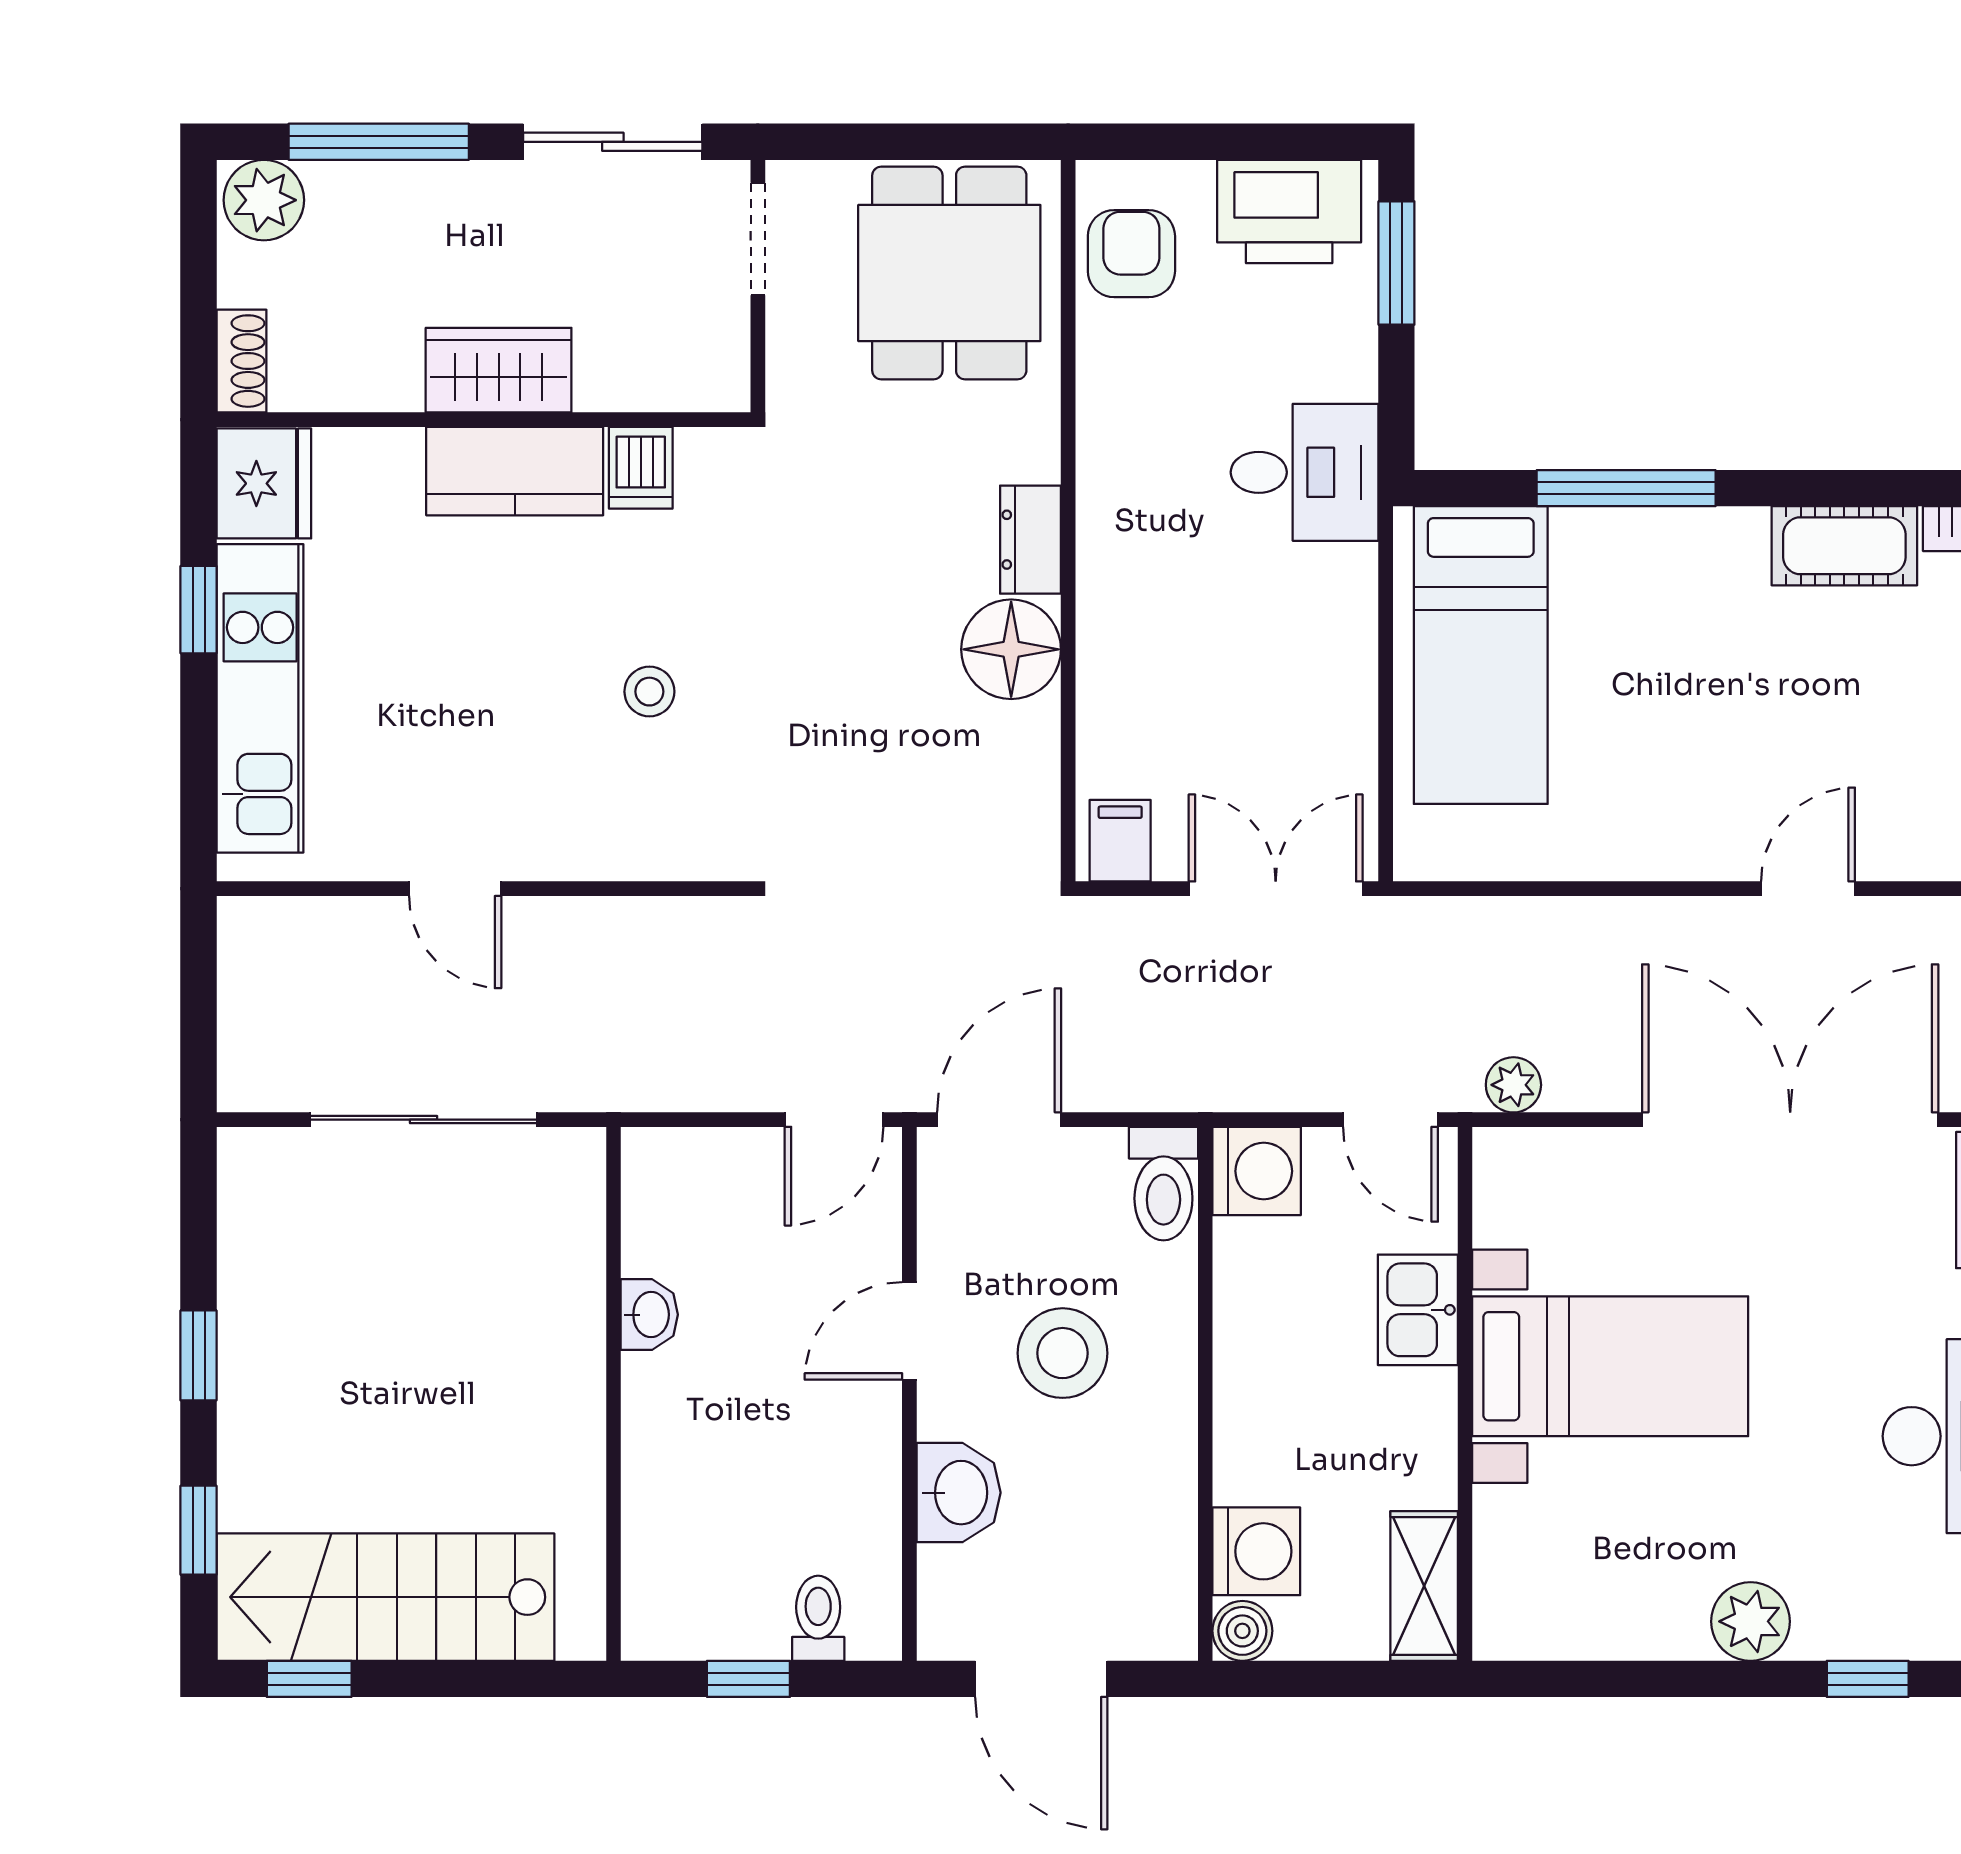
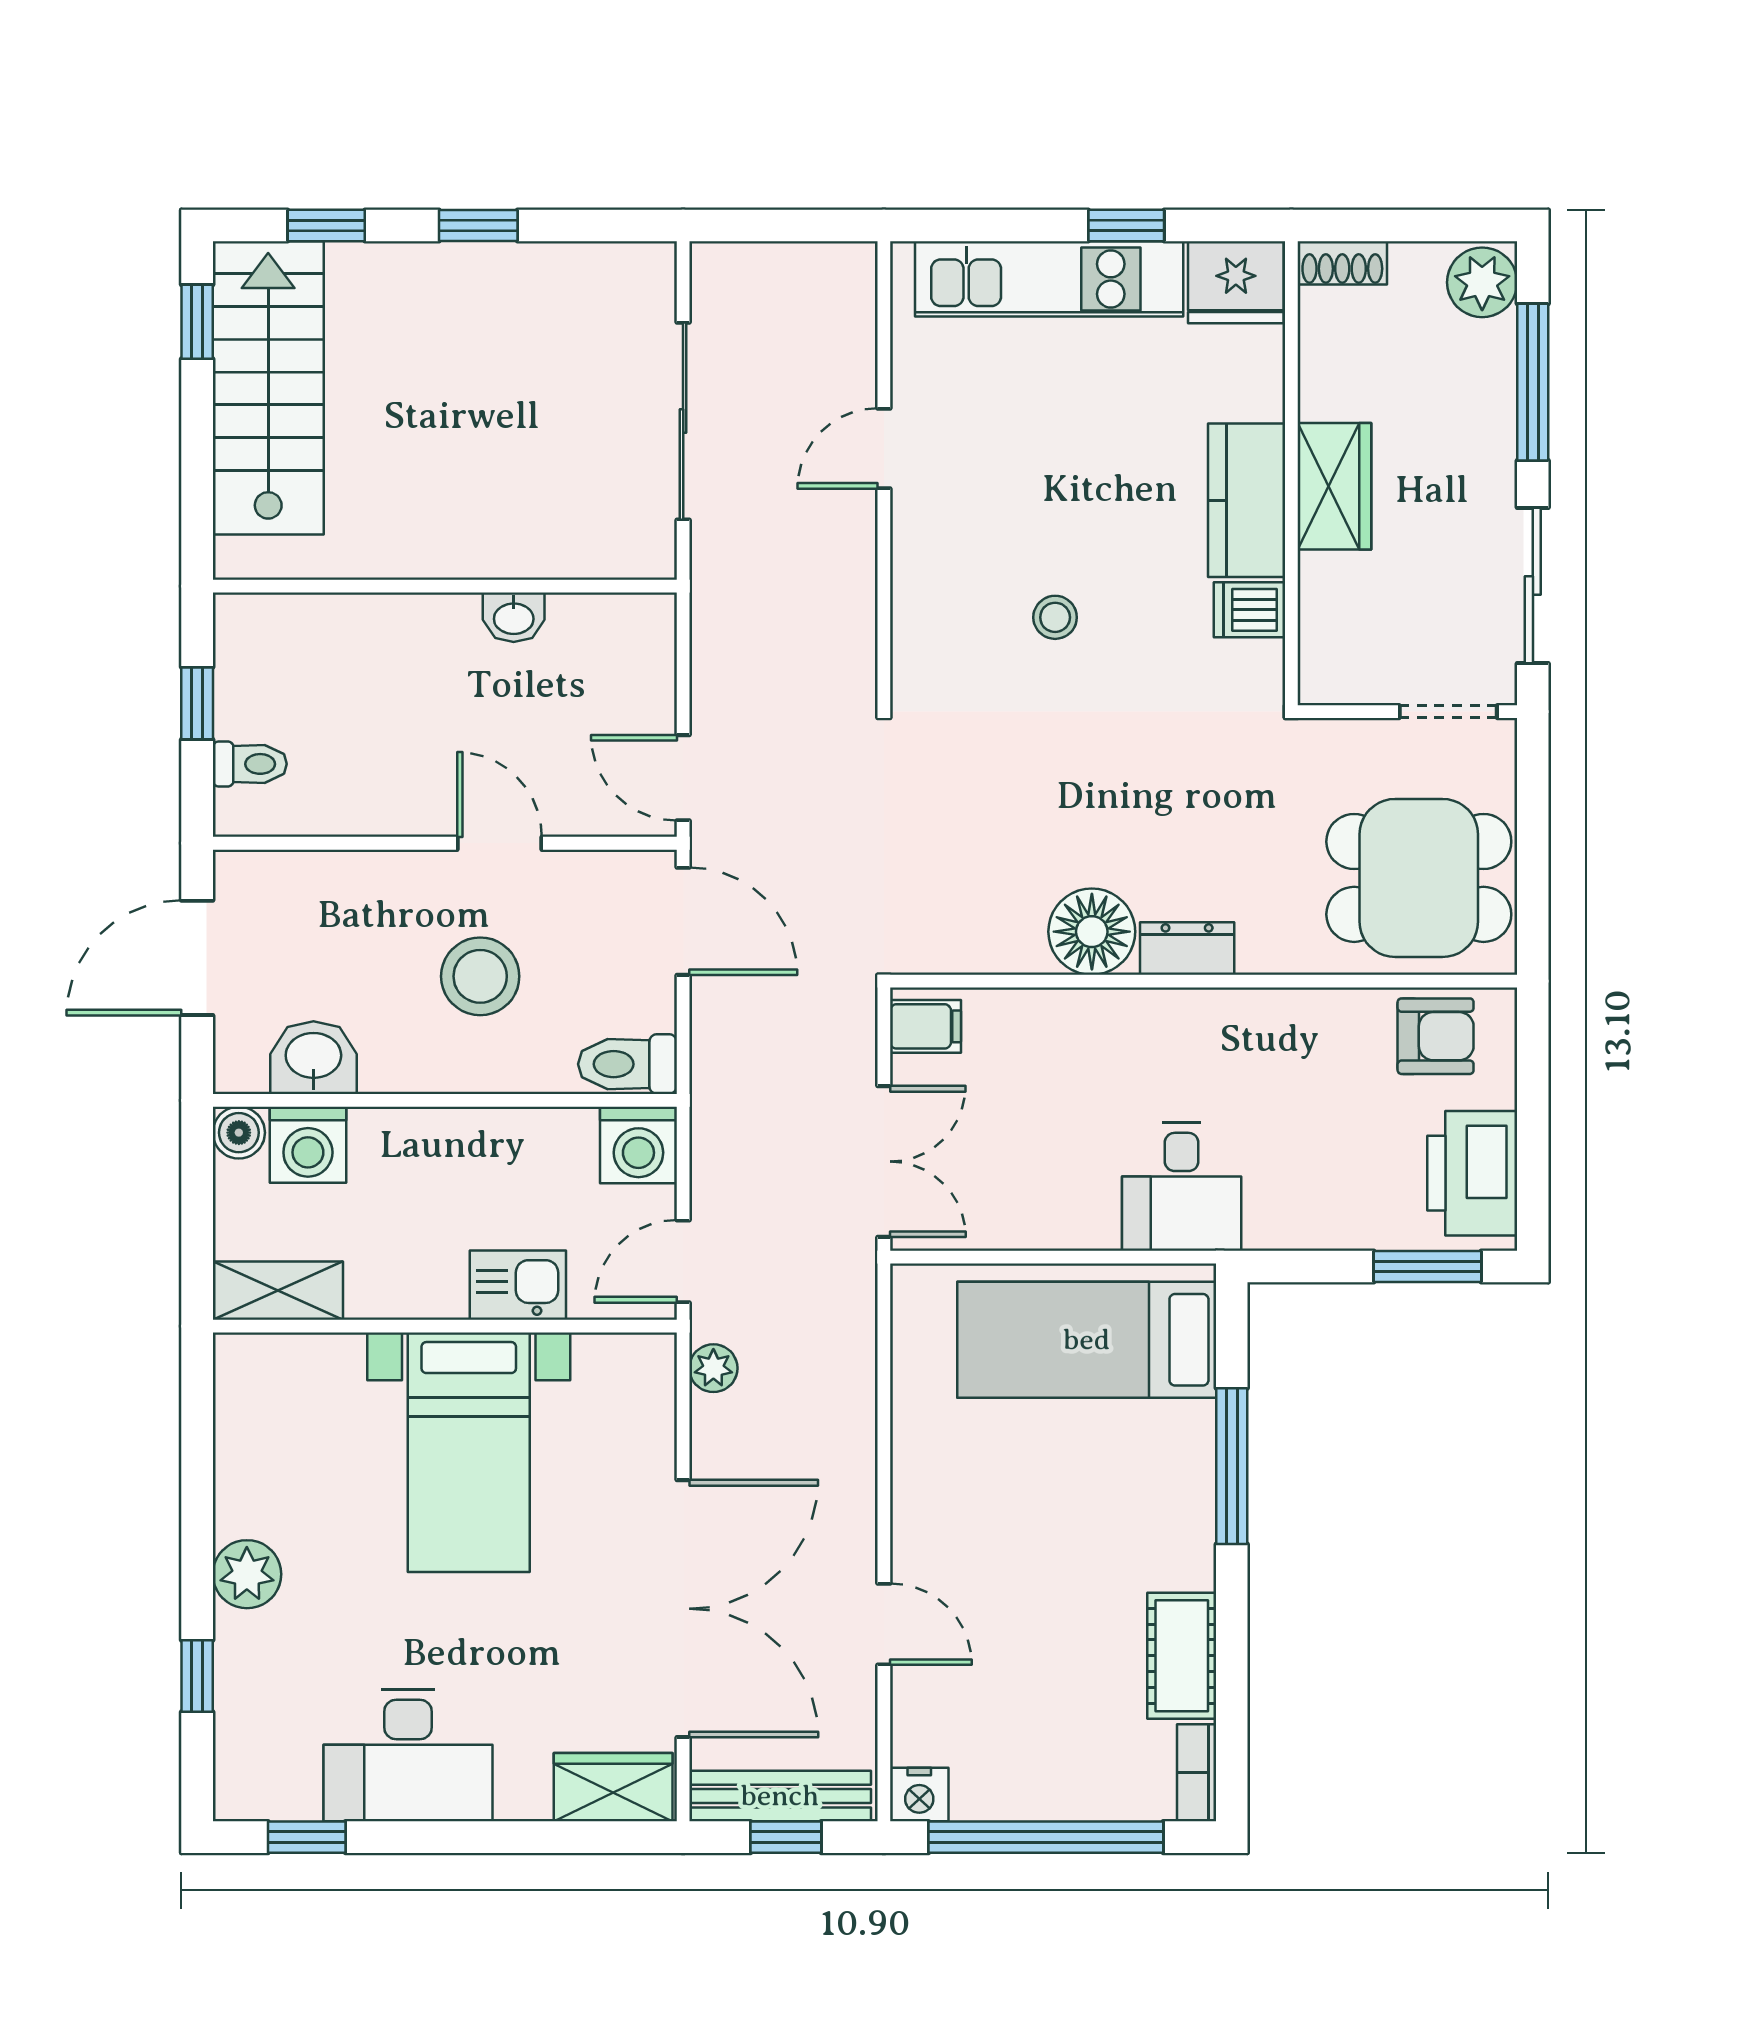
desk: (1305, 472) -> (1182, 1187), moved
washbasin: (959, 1493) -> (313, 1058), moved, turned 180

